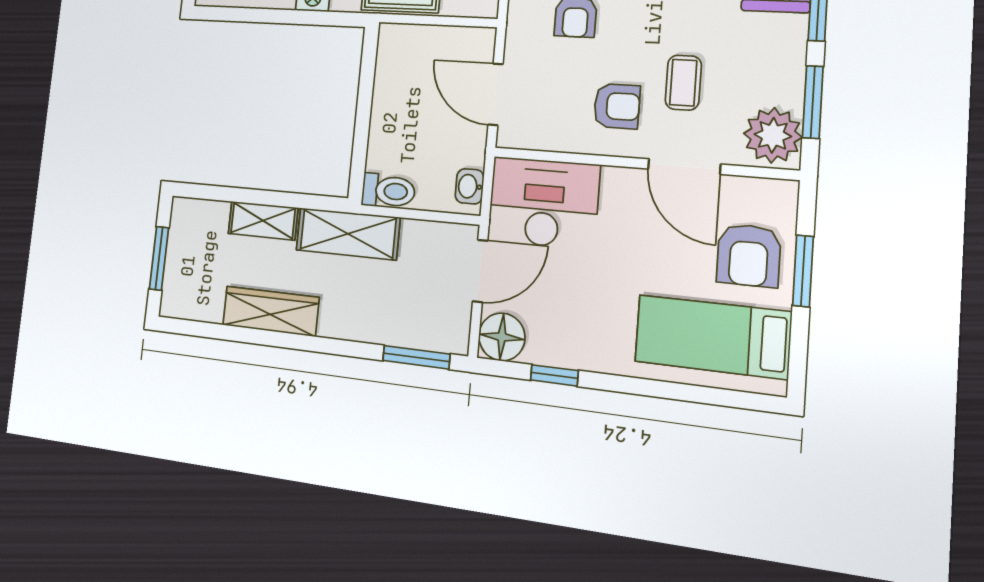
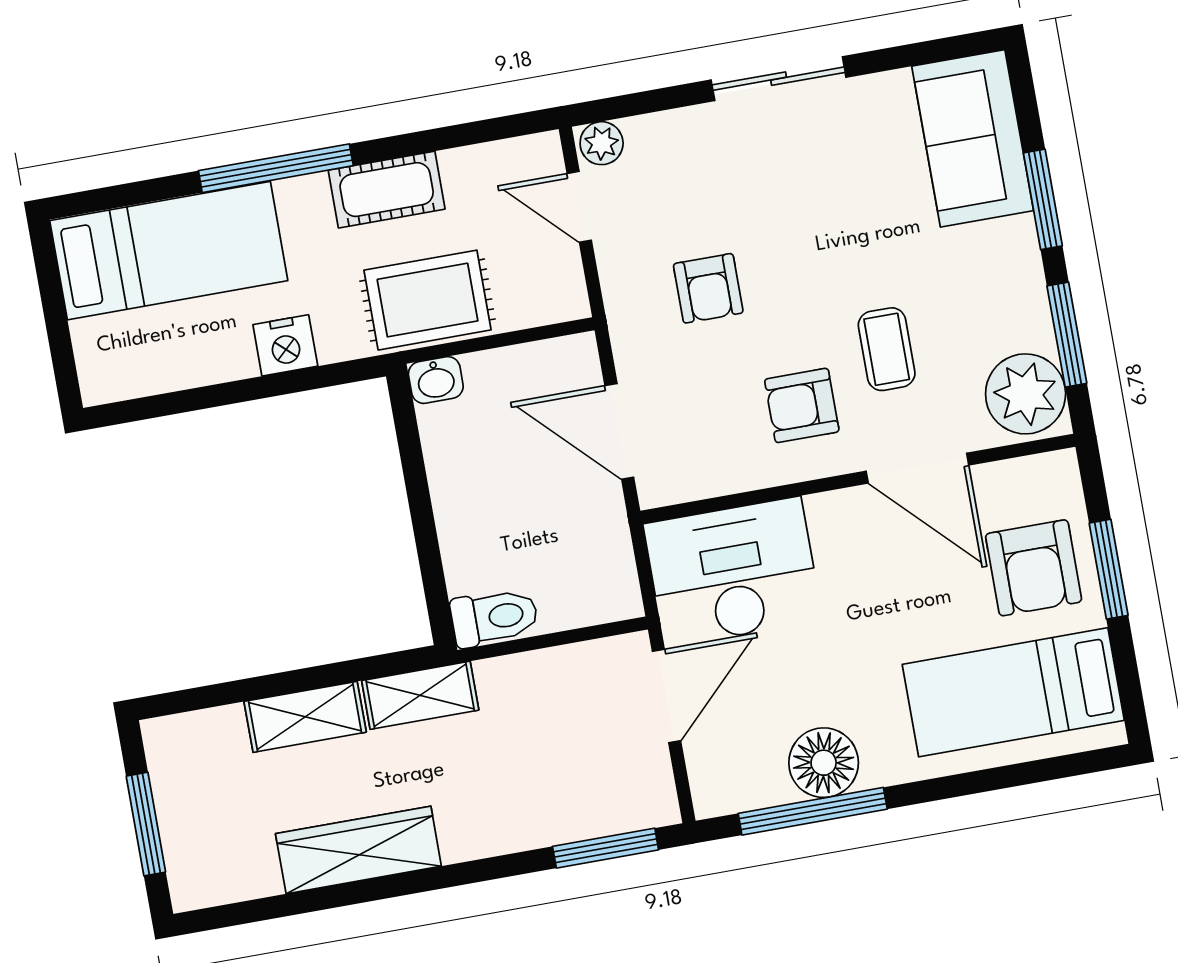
armchair: (617, 106) -> (802, 405), turned 180
washbasin: (470, 186) -> (436, 380), moved, turned -90
shelving: (348, 234) -> (420, 695), width x0.67, depth x0.75
floor lamp: (502, 337) -> (824, 763), moved
window: (554, 375) -> (813, 811), width x2.17

